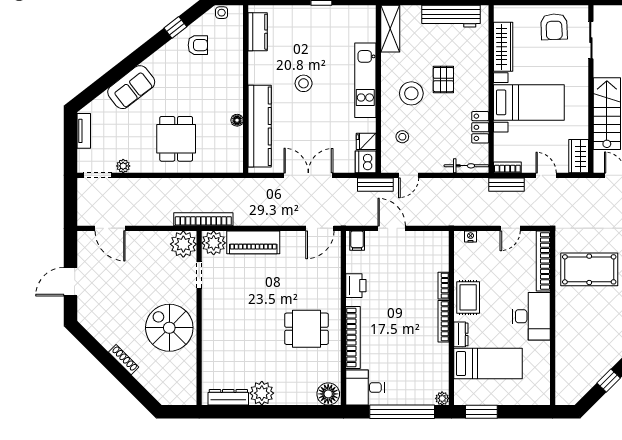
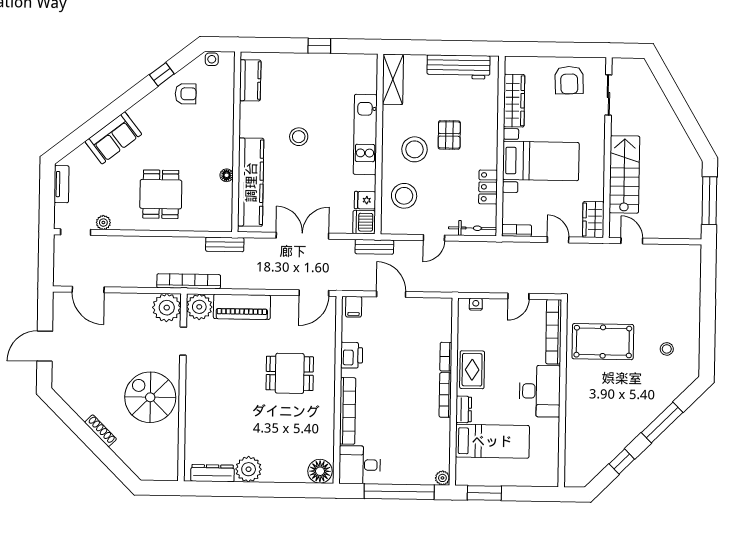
stool: (402, 137) -> (404, 196), width x1.89, depth x1.89
door: (409, 175) -> (434, 238), moved
bench: (506, 185) -> (225, 244), moved
dining table: (306, 329) -> (290, 373), moved

